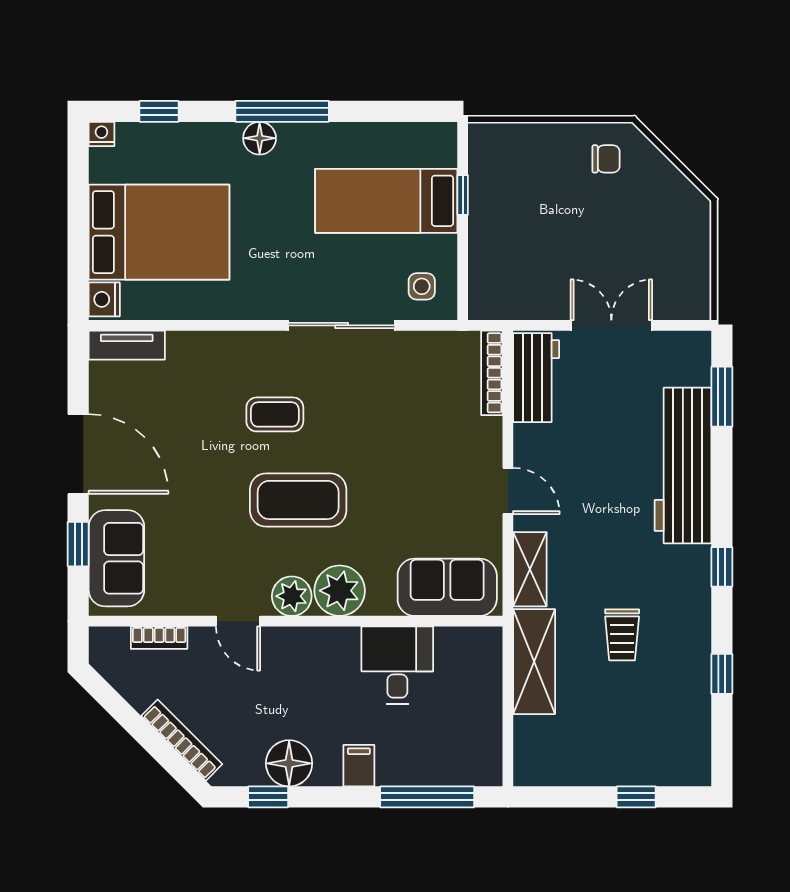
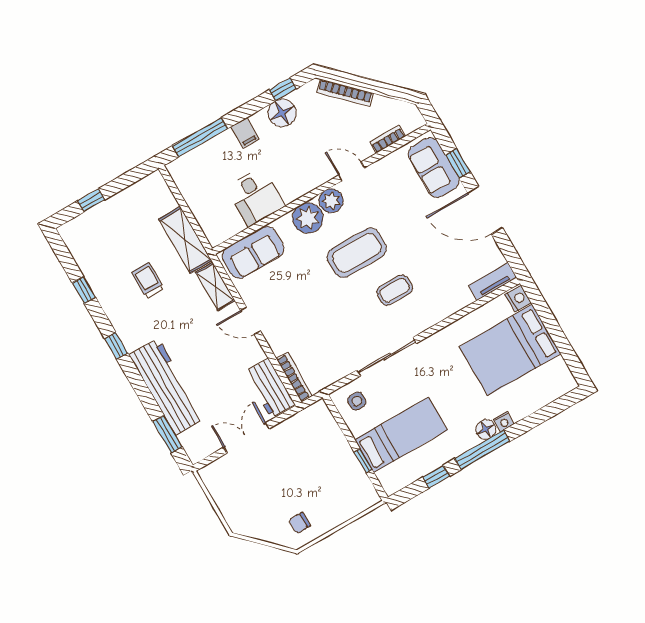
window: (159, 111) -> (436, 477), moved
nightstand: (101, 134) -> (504, 422), moved
double door: (611, 325) -> (246, 438), swing flipped

